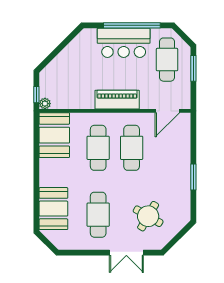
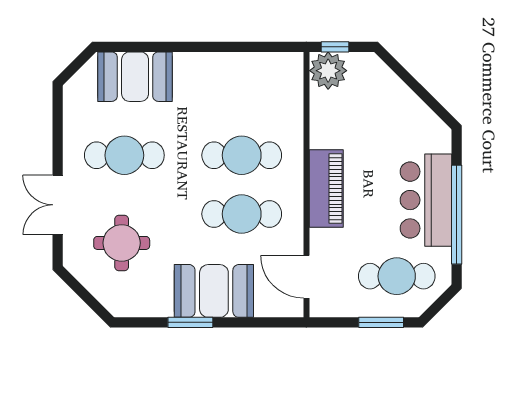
plant: (45, 104) -> (328, 71), width x1.88, depth x1.88
booth: (54, 135) -> (214, 291), moved
round table: (148, 216) -> (122, 243), turned -30

